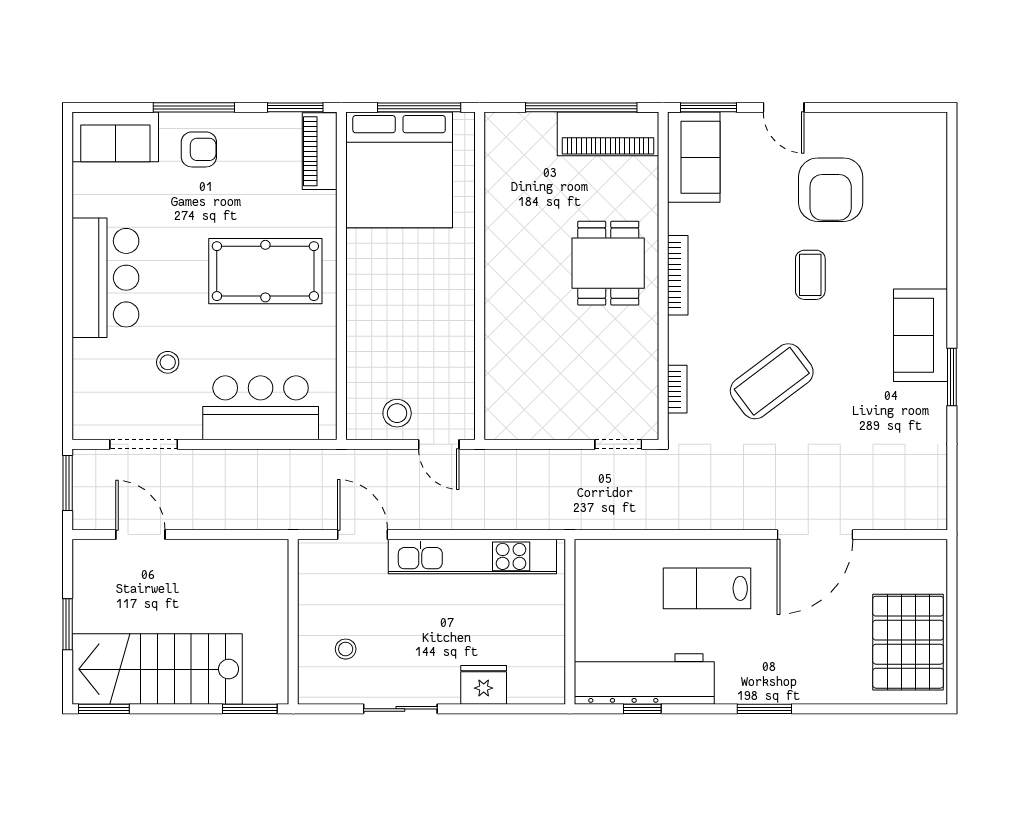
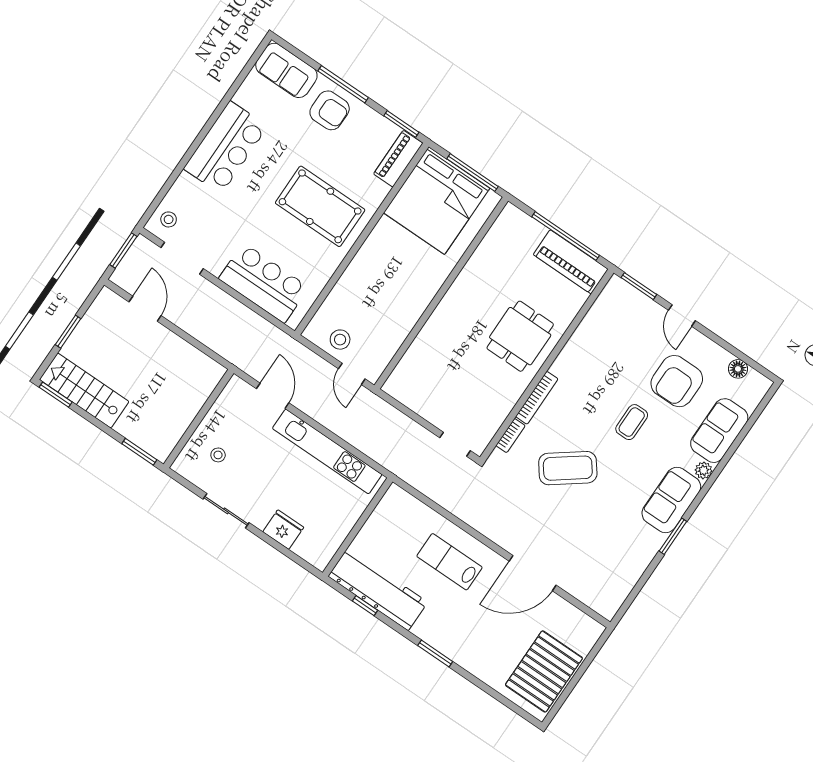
floor lamp: (893, 126) -> (738, 369), added
armchair: (199, 149) -> (330, 110), width x1.38, depth x1.38
sofa: (694, 157) -> (719, 431), moved, turned 180
plant: (935, 274) -> (704, 470), added
bookcase: (678, 275) -> (537, 398), moved
stool: (168, 362) -> (169, 219), moved
stairs: (157, 669) -> (84, 391), width x0.73, depth x0.66

